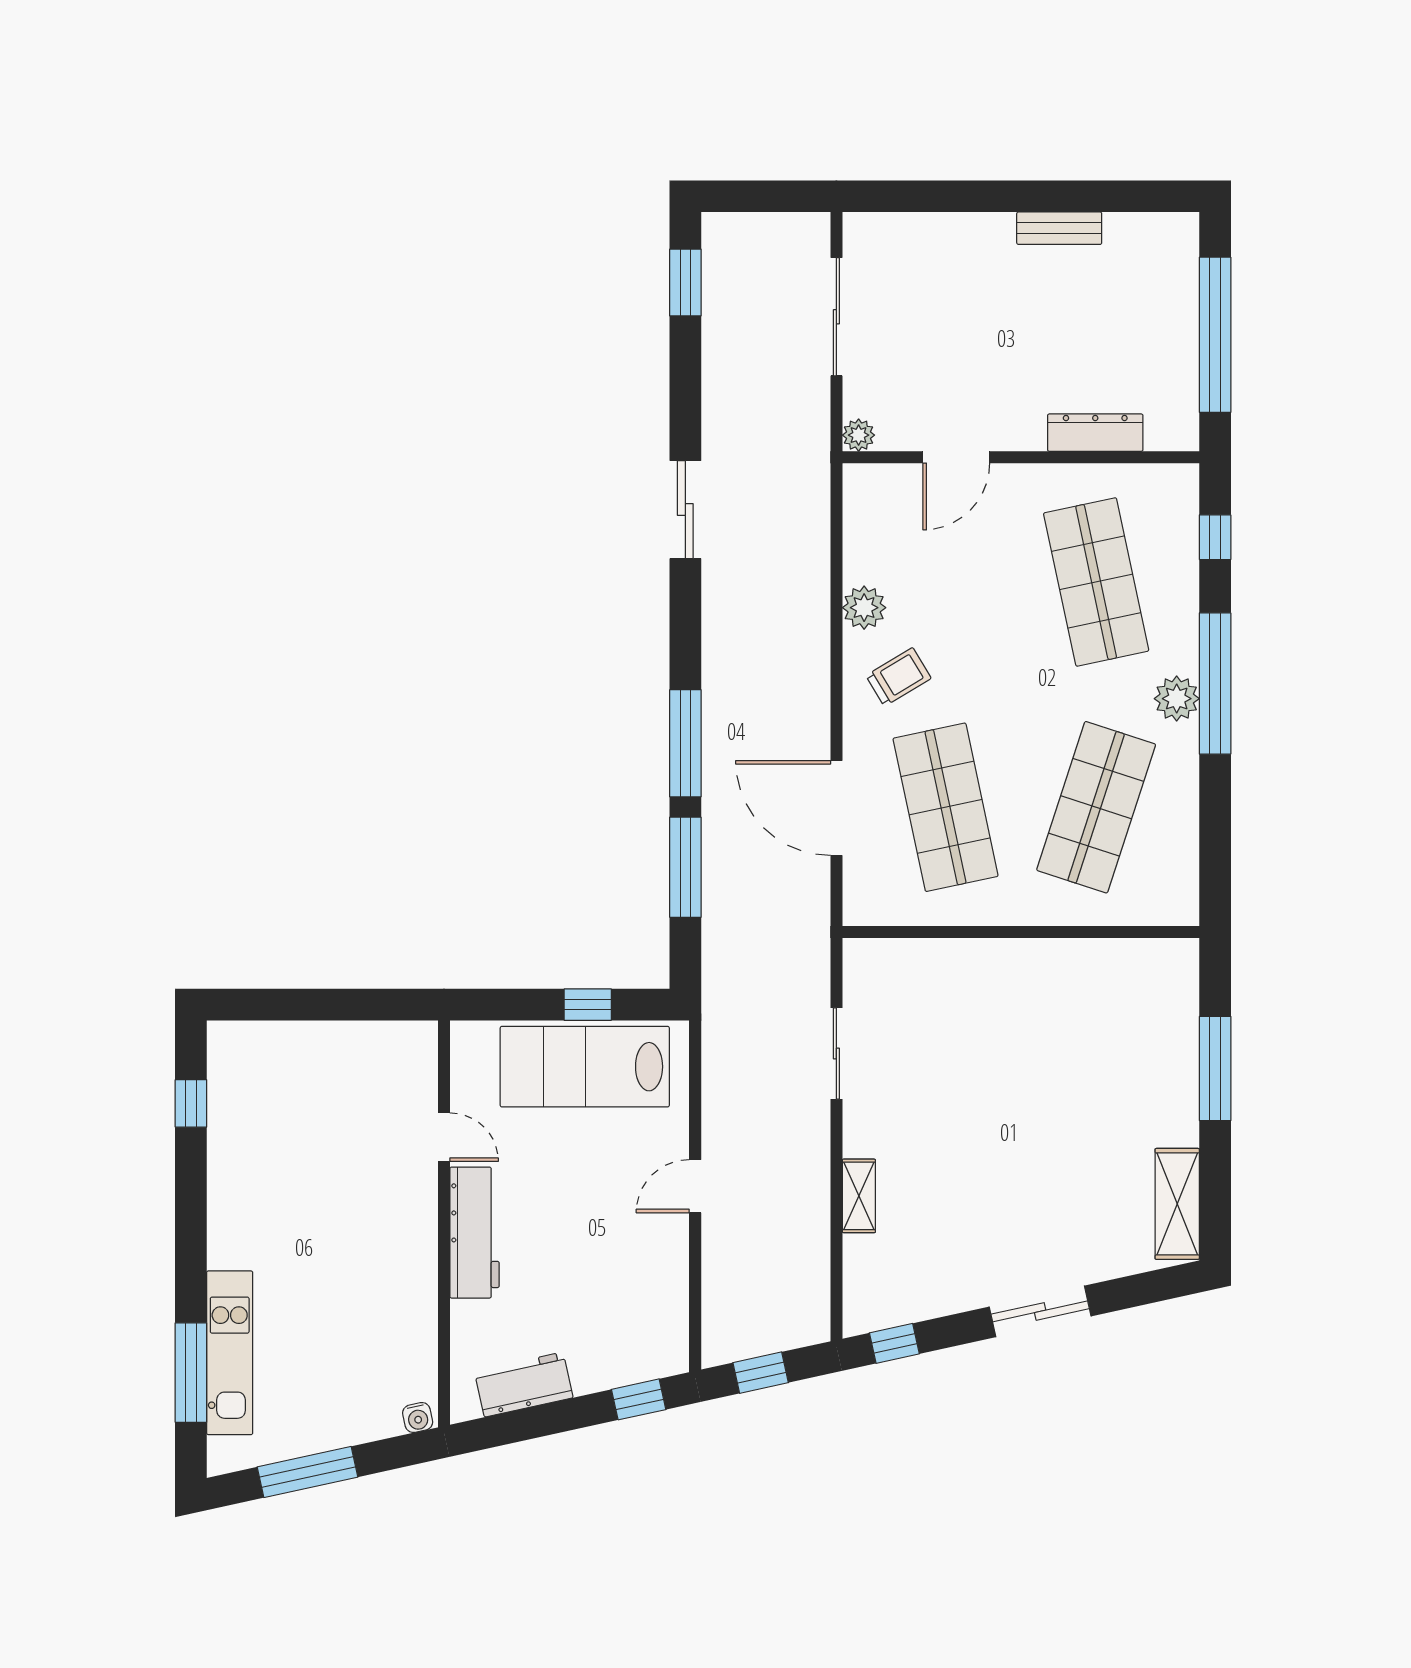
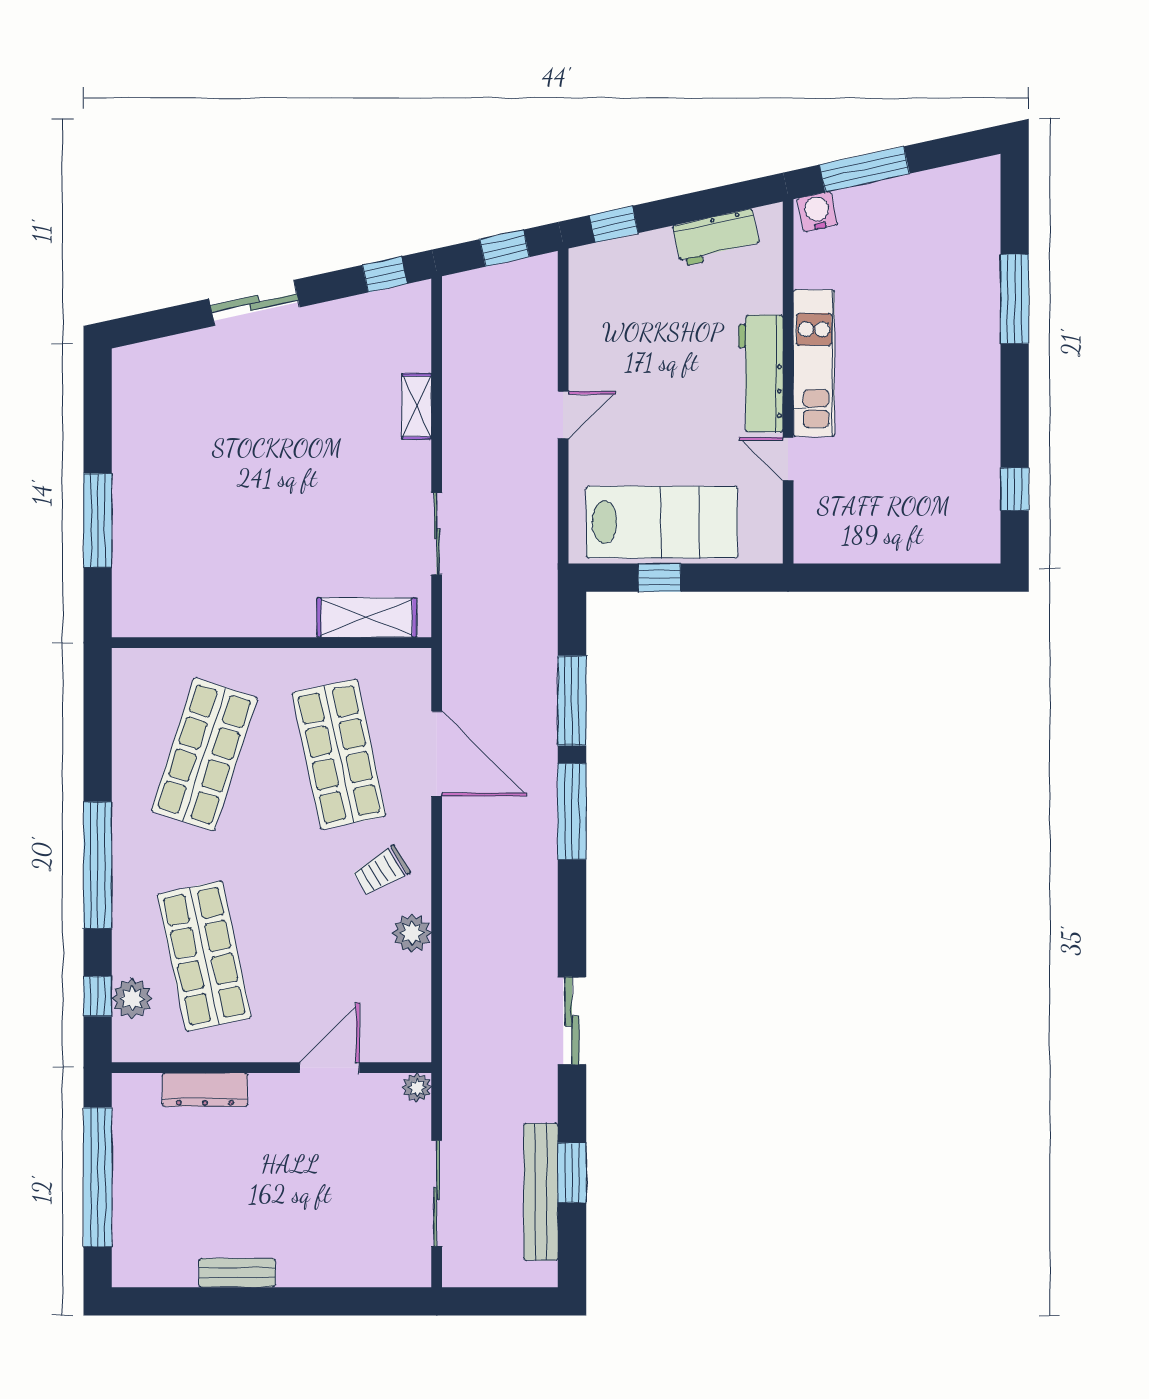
window: (685, 282) -> (572, 1173), moved
bench: (720, 319) -> (541, 1192), added
plant: (1177, 699) -> (132, 998), moved
shelving: (1177, 1204) -> (367, 617), moved, turned 90
kitchen unit: (230, 1353) -> (814, 363), moved, turned 180
window: (191, 1373) -> (1015, 299), moved
water cooler: (418, 1418) -> (817, 212), width x1.38, depth x1.38
window: (307, 1472) -> (865, 169), moved

